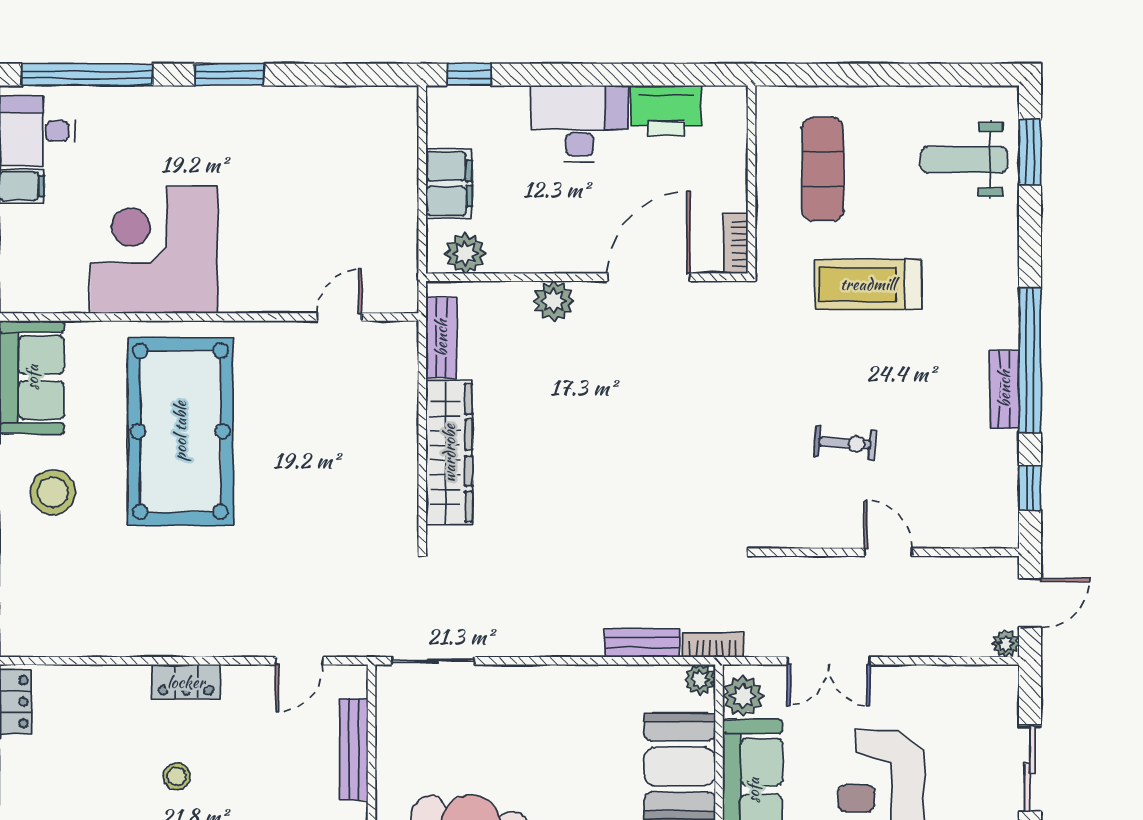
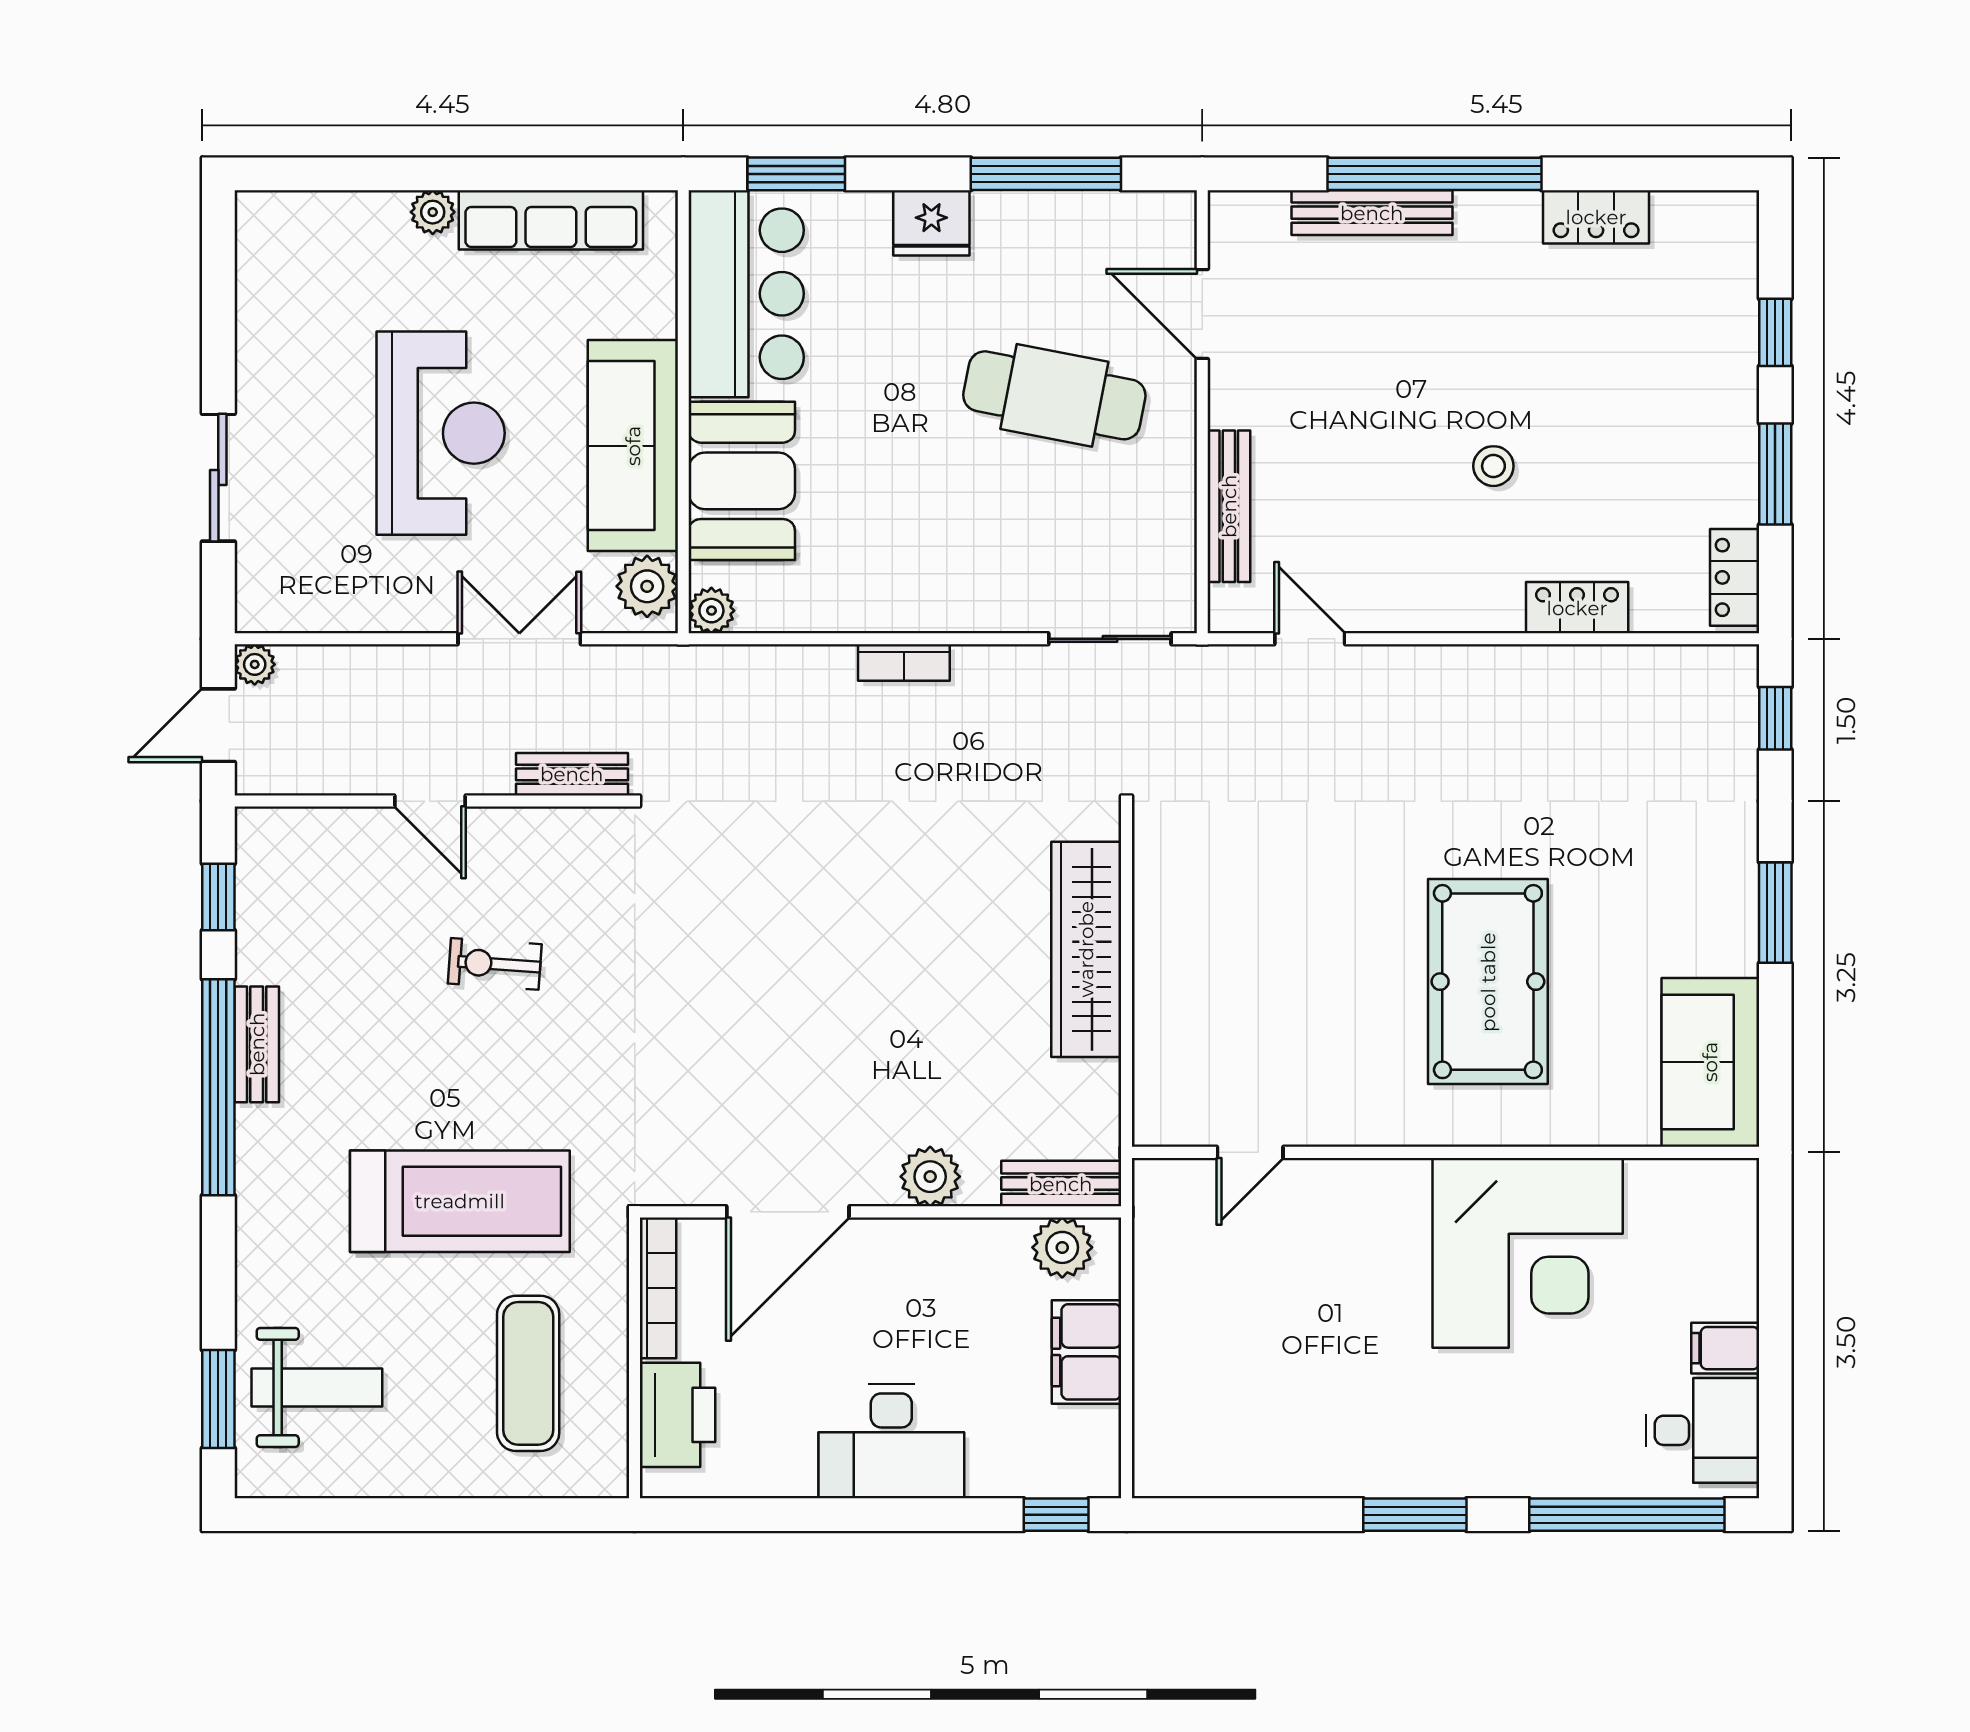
printer: (666, 111) -> (678, 1415), moved, turned 90
bookcase: (736, 243) -> (658, 1288), width x1.56
treadmill: (868, 284) -> (460, 1201), width x1.37, depth x1.37
bench: (441, 338) -> (1061, 1184), moved, turned 90
pool table: (180, 431) -> (1488, 982), width x0.73, depth x0.76
stool: (53, 492) -> (1678, 891), removed
bench: (642, 643) -> (572, 774), moved
bookcase: (713, 645) -> (904, 663), moved
door: (300, 661) -> (1310, 639), hinge flipped
locker: (186, 682) -> (1577, 608), moved

